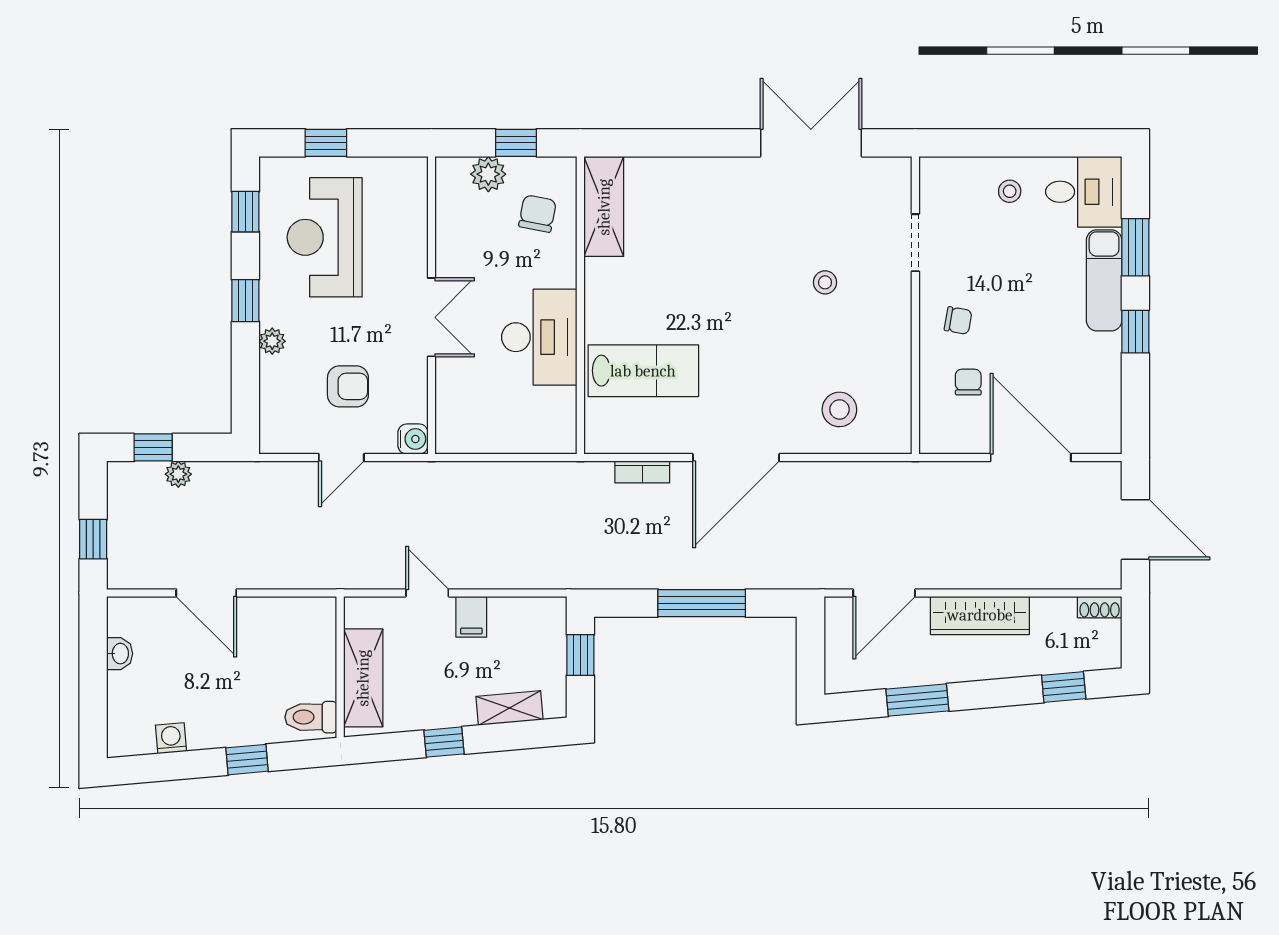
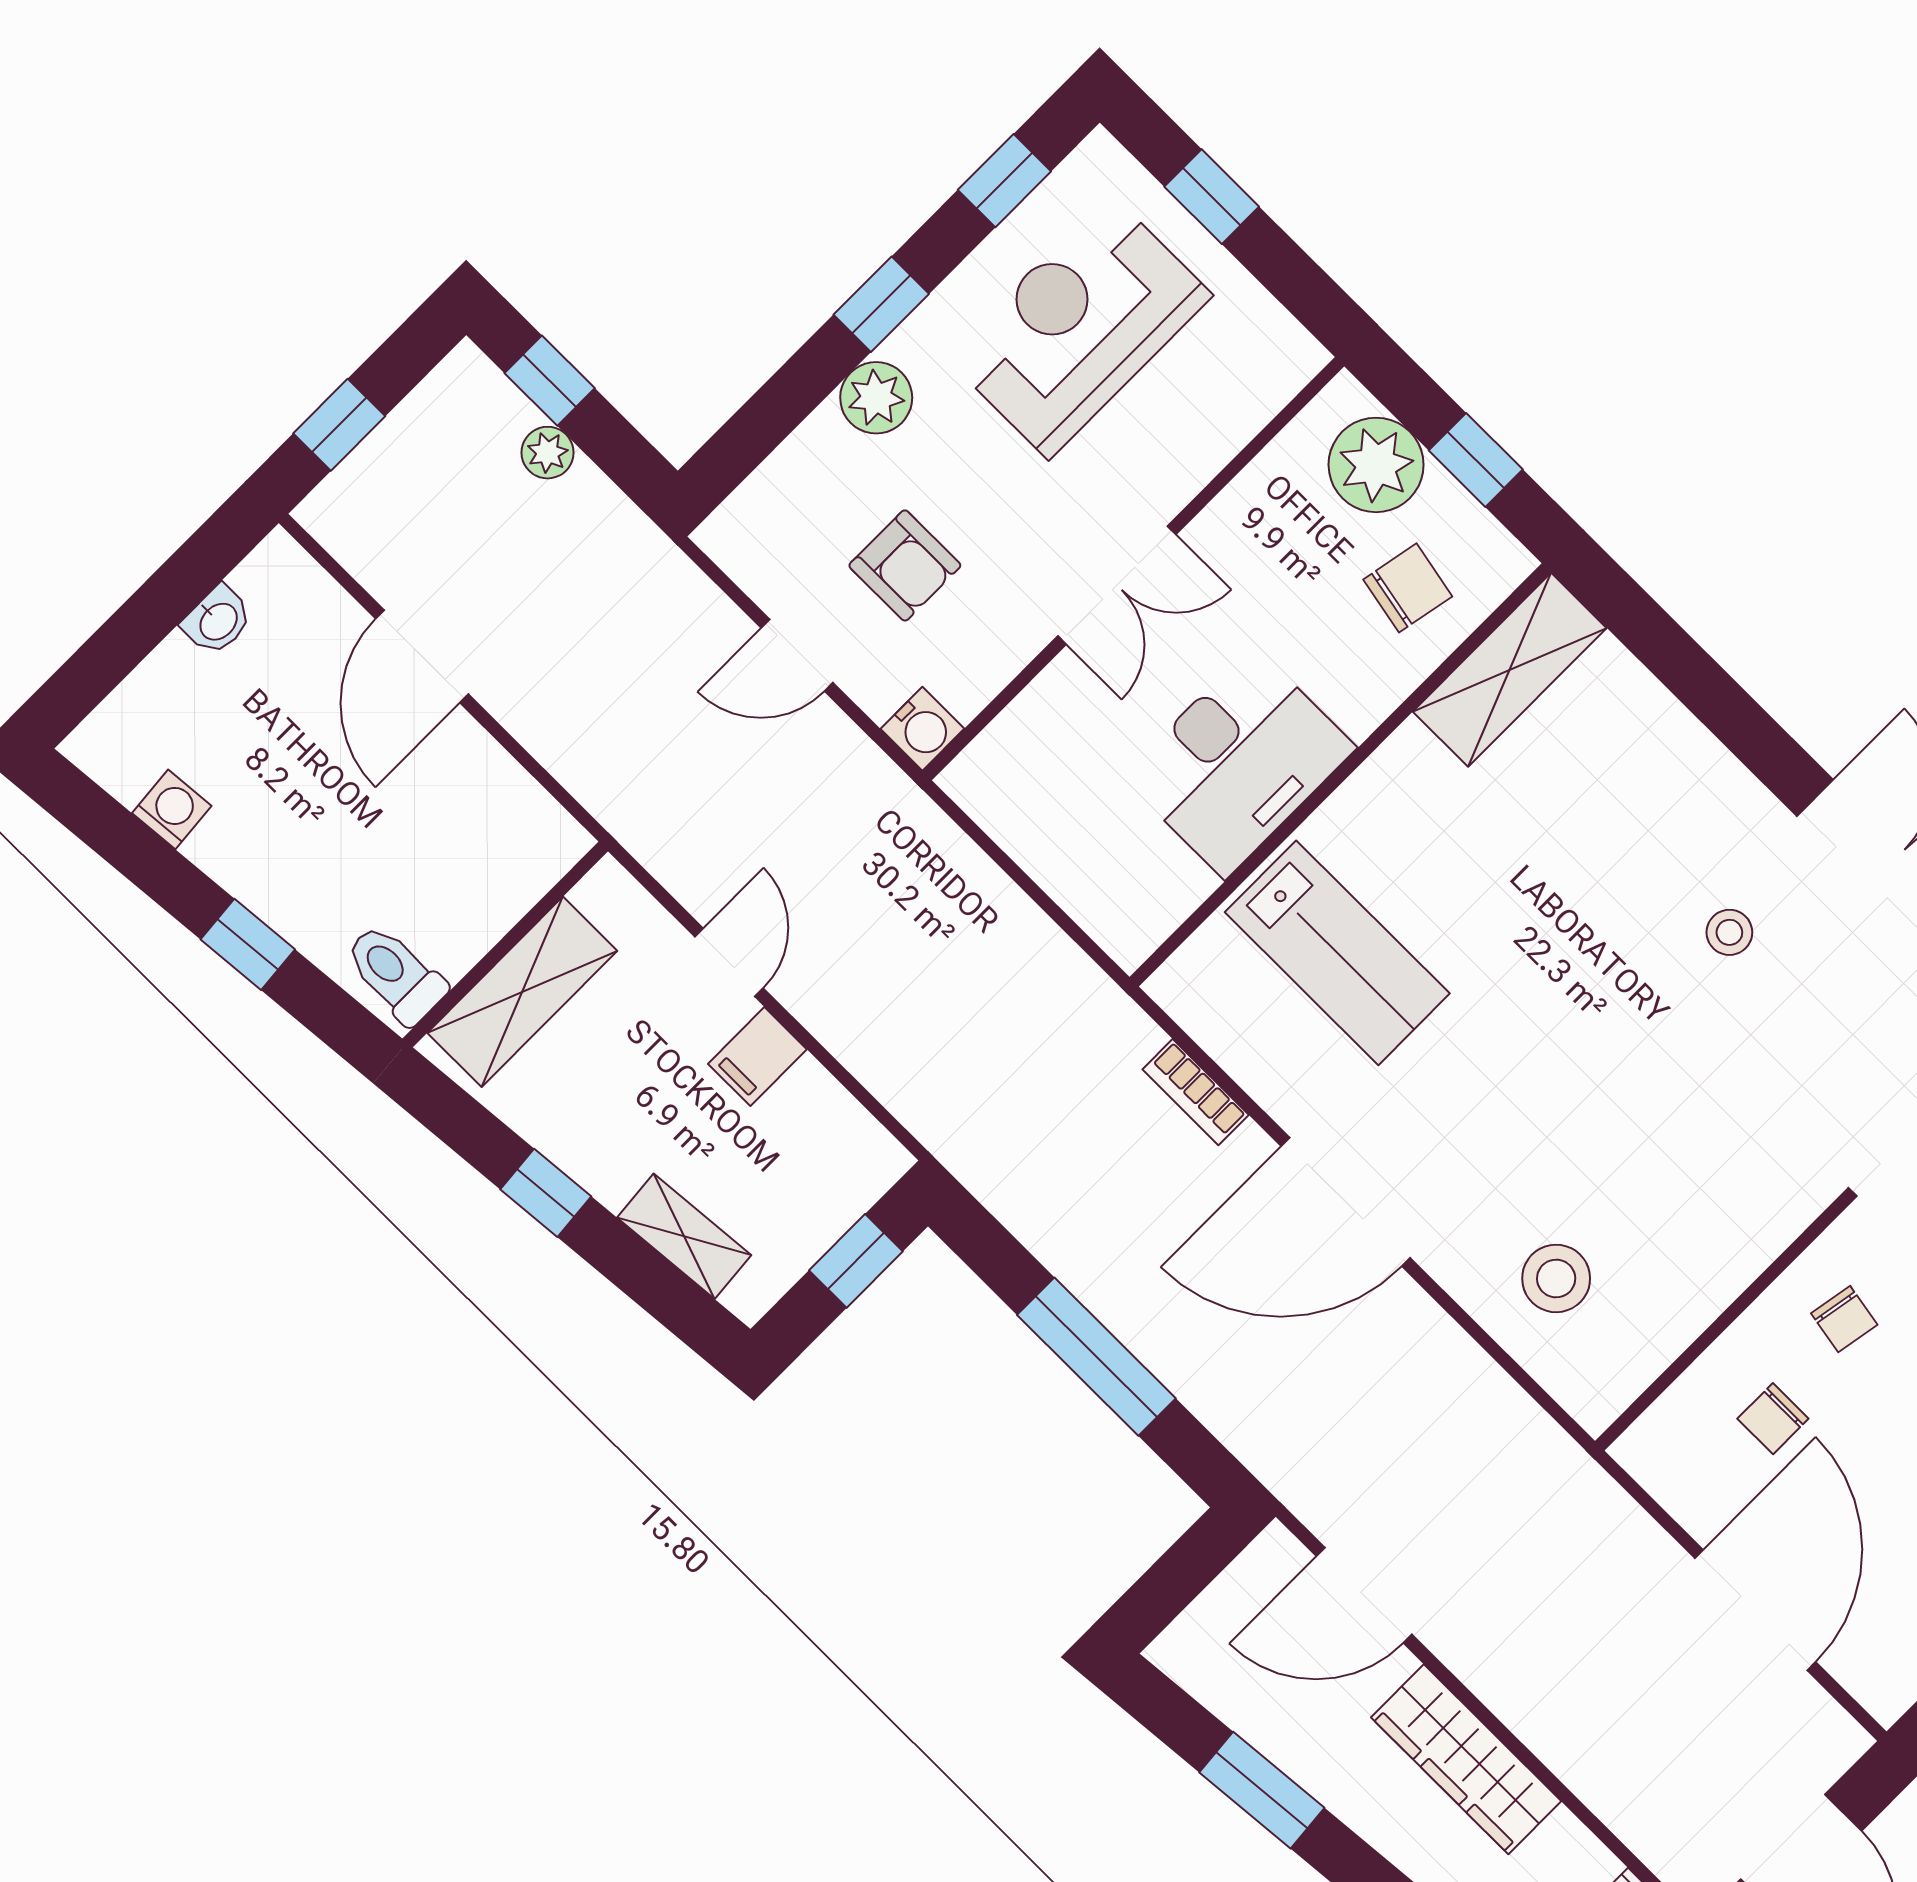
plant: (488, 174) -> (1376, 465), width x1.36, depth x1.36
stool: (825, 282) -> (1729, 932), moved
plant: (272, 341) -> (876, 398), width x1.38, depth x1.38
chair: (968, 382) -> (1773, 1419), turned 180

